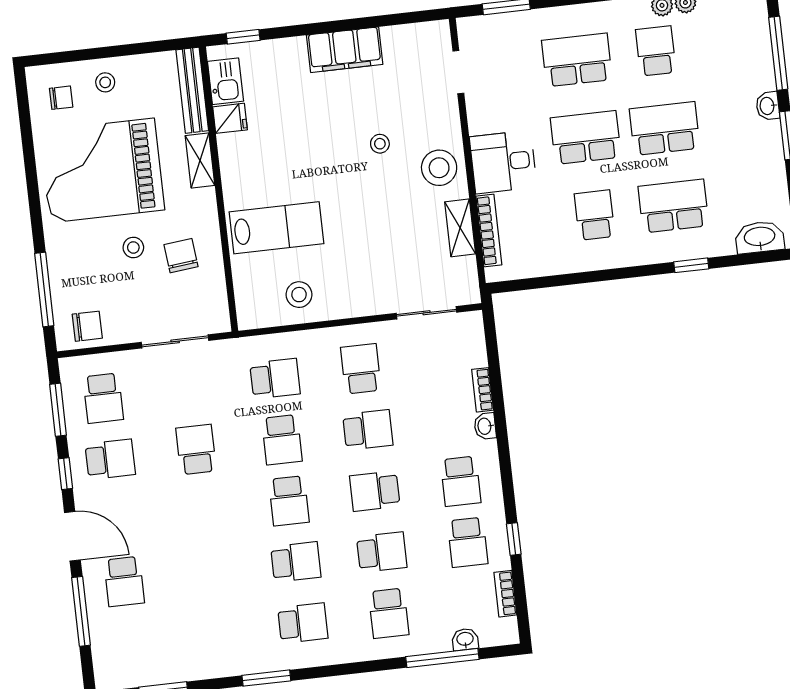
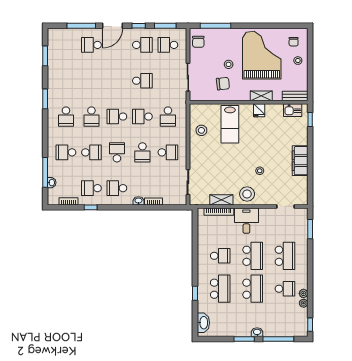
bench: (192, 90) -> (295, 96), width x0.73
fridge: (230, 118) -> (259, 110), moved
school desk: (110, 459) -> (142, 45), turned -90
school desk: (382, 552) -> (91, 152), turned -90

